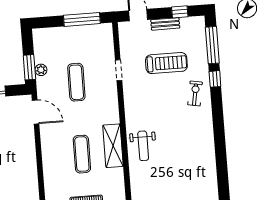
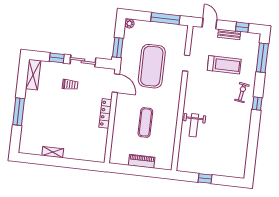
plant: (41, 70) -> (129, 23), moved
window: (215, 79) -> (257, 103), moved
exercise mat: (76, 82) -> (152, 66), width x2.00, depth x1.45
shelving: (113, 146) -> (171, 121), removed
locker: (30, 152) -> (105, 113), added

